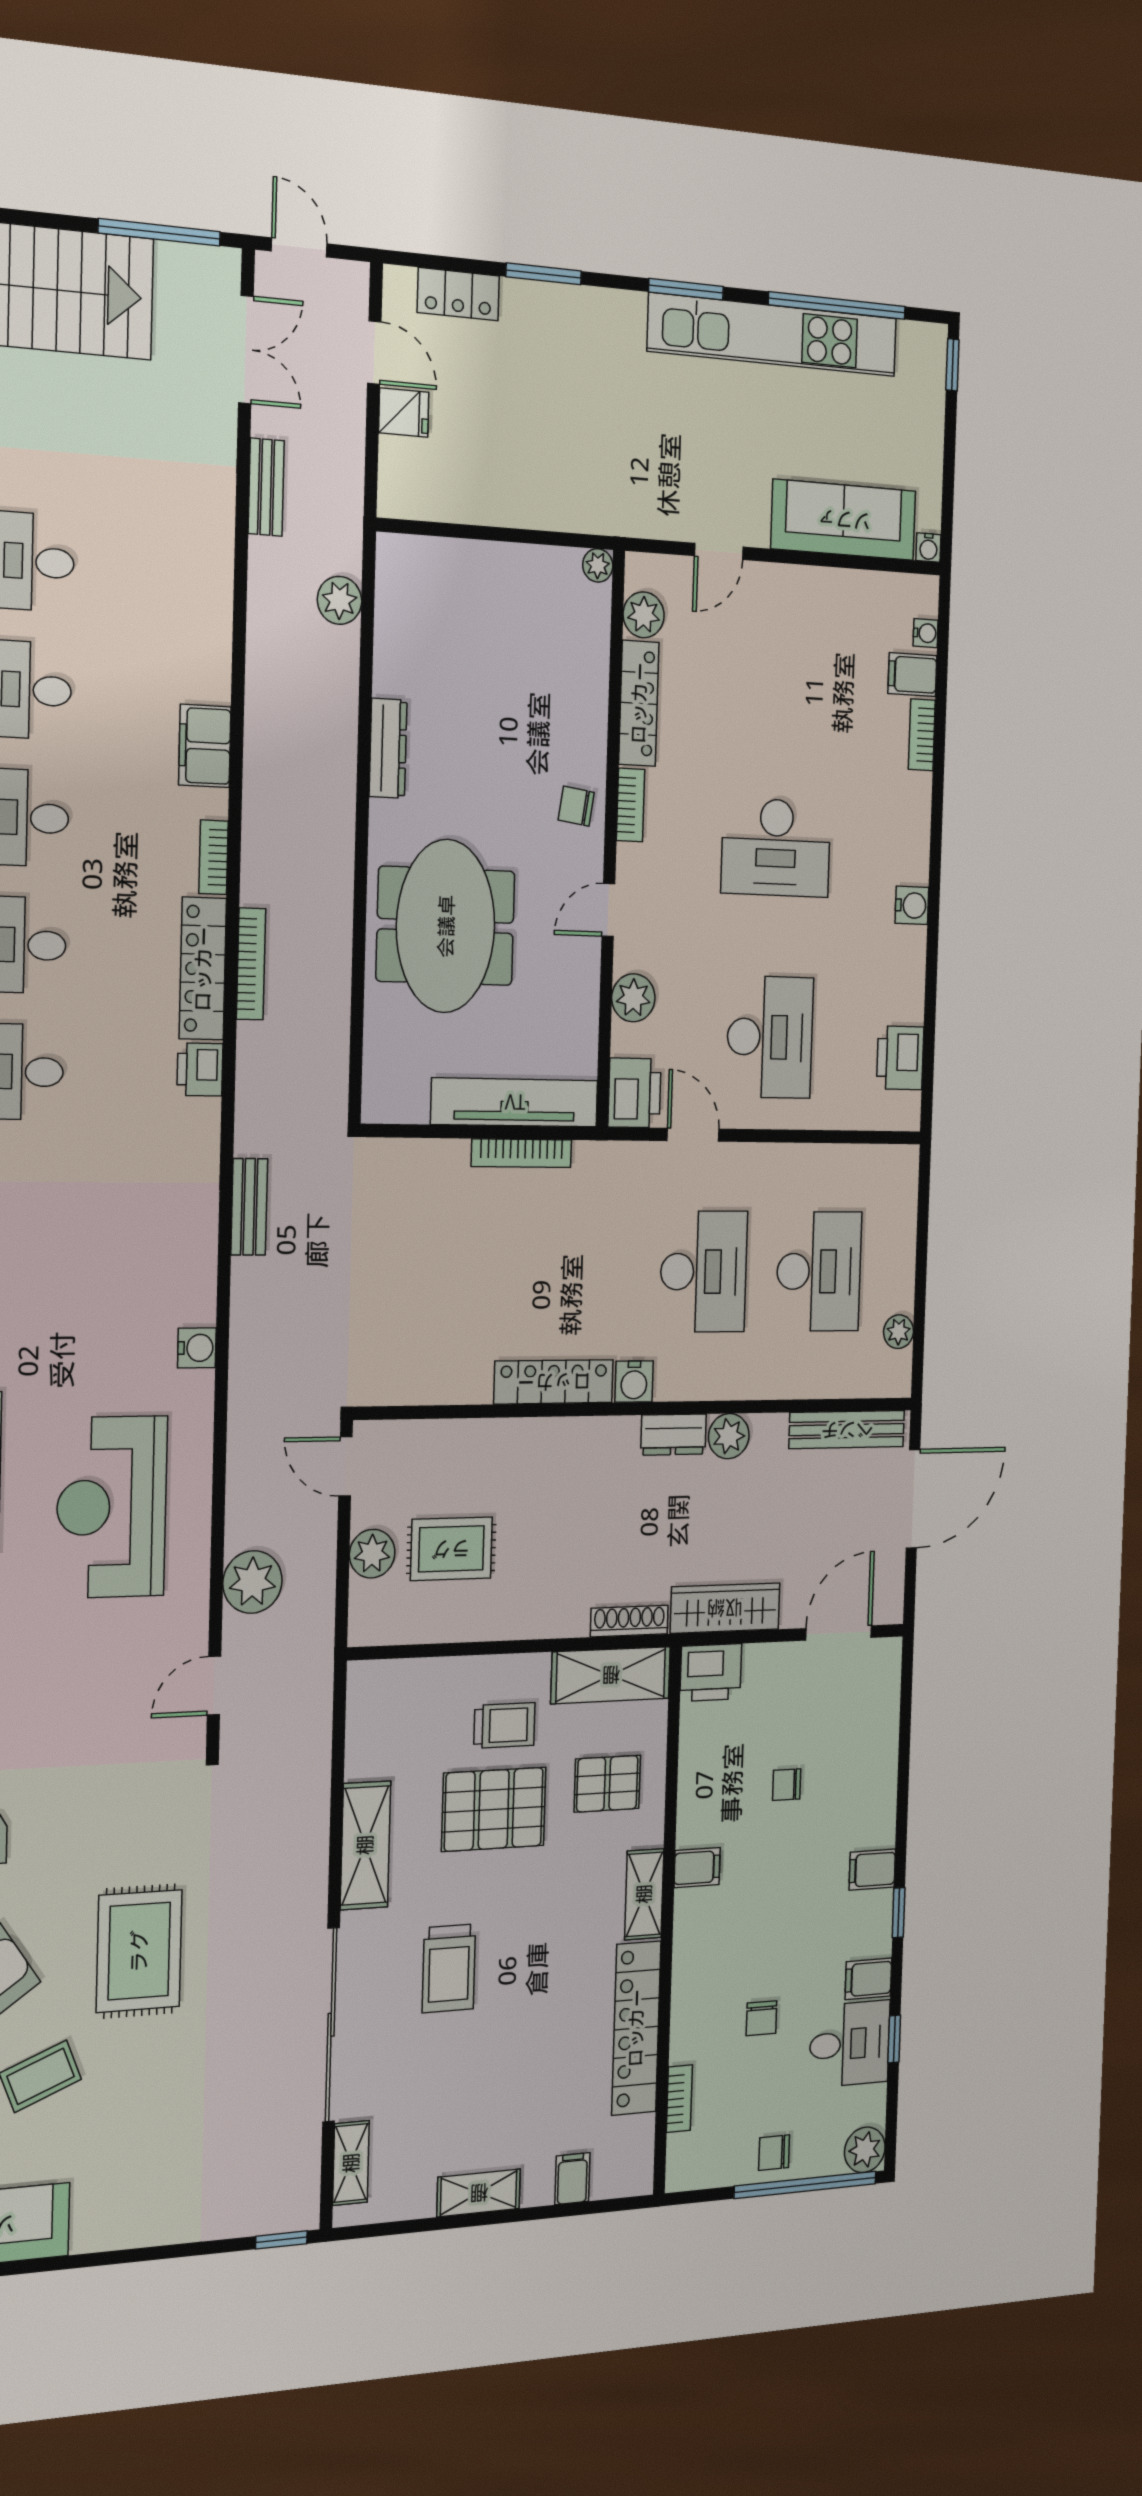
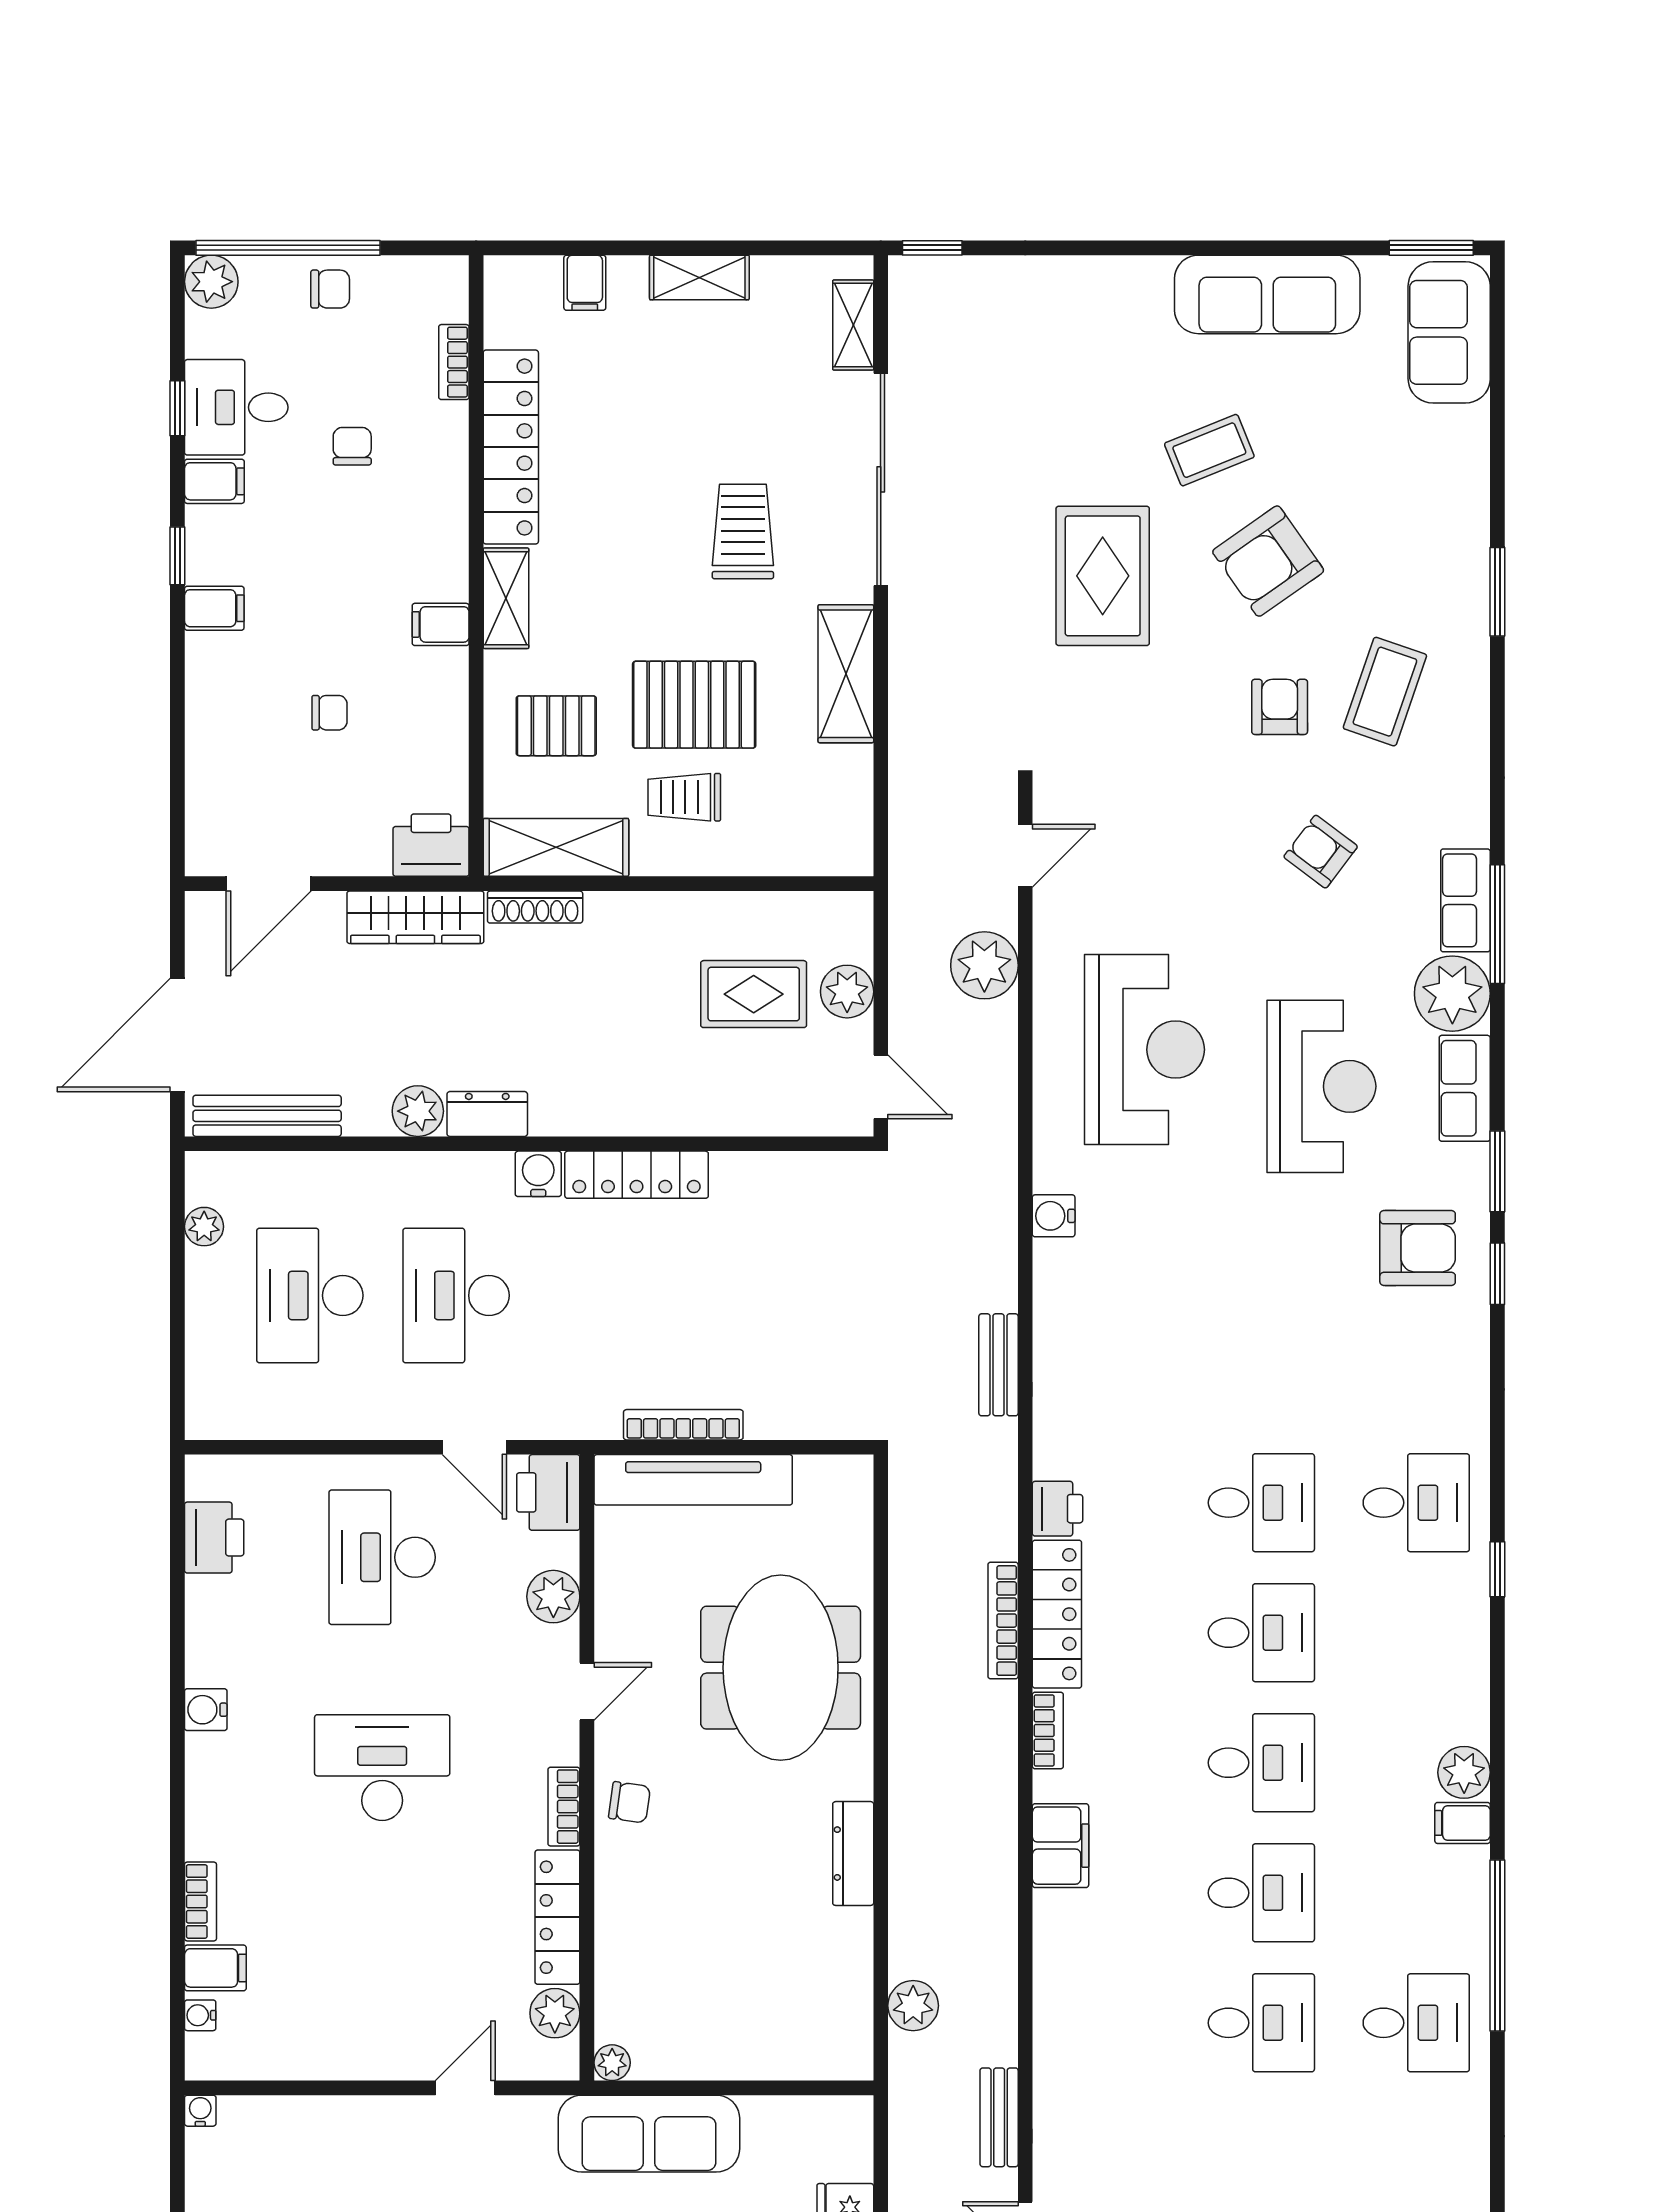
sofa: (844, 520) -> (649, 2134), moved

